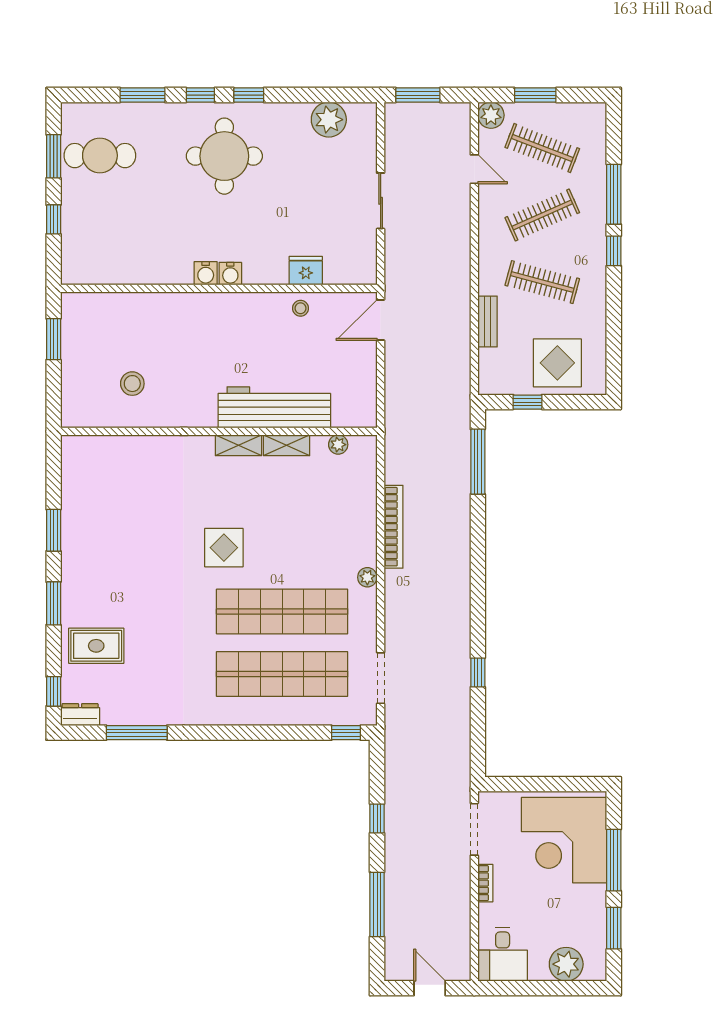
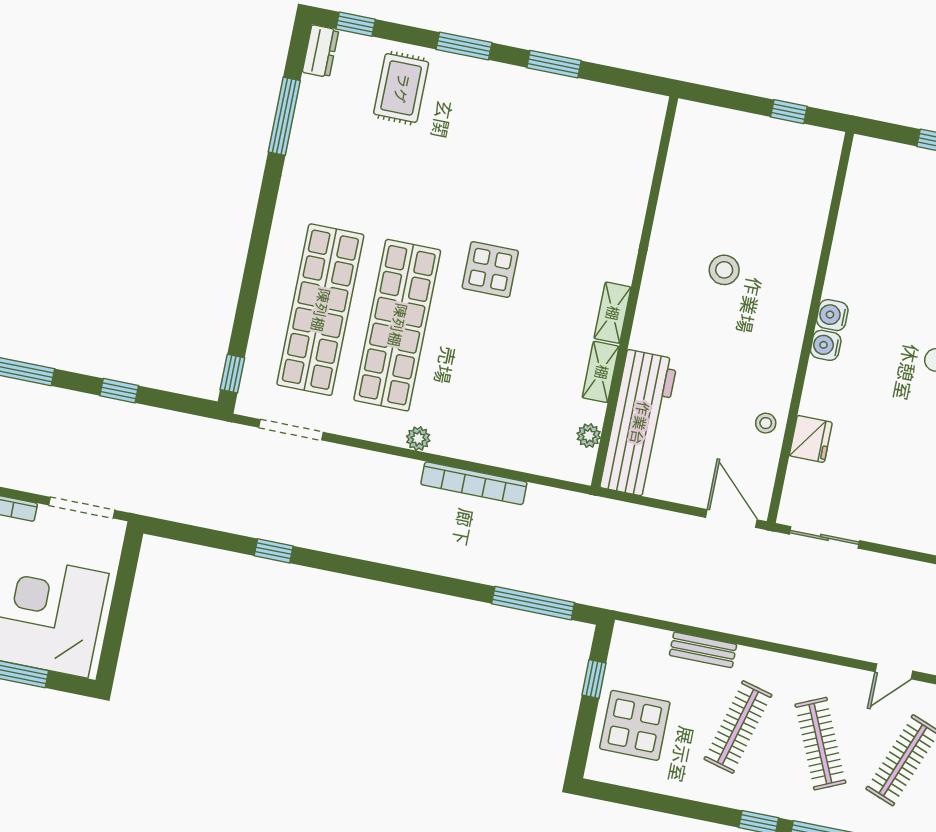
sliding door: (381, 201) -> (824, 537), moved
window: (54, 339) -> (789, 112), width x0.67
stool: (132, 384) -> (724, 270), moved
workbench: (274, 407) -> (639, 423), moved

